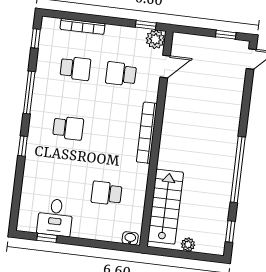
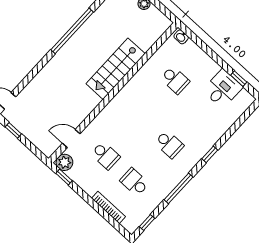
school desk: (68, 128) -> (169, 144), turned 180
bookcase: (147, 133) -> (117, 102), removed
stairs: (165, 207) -> (116, 69), moved

